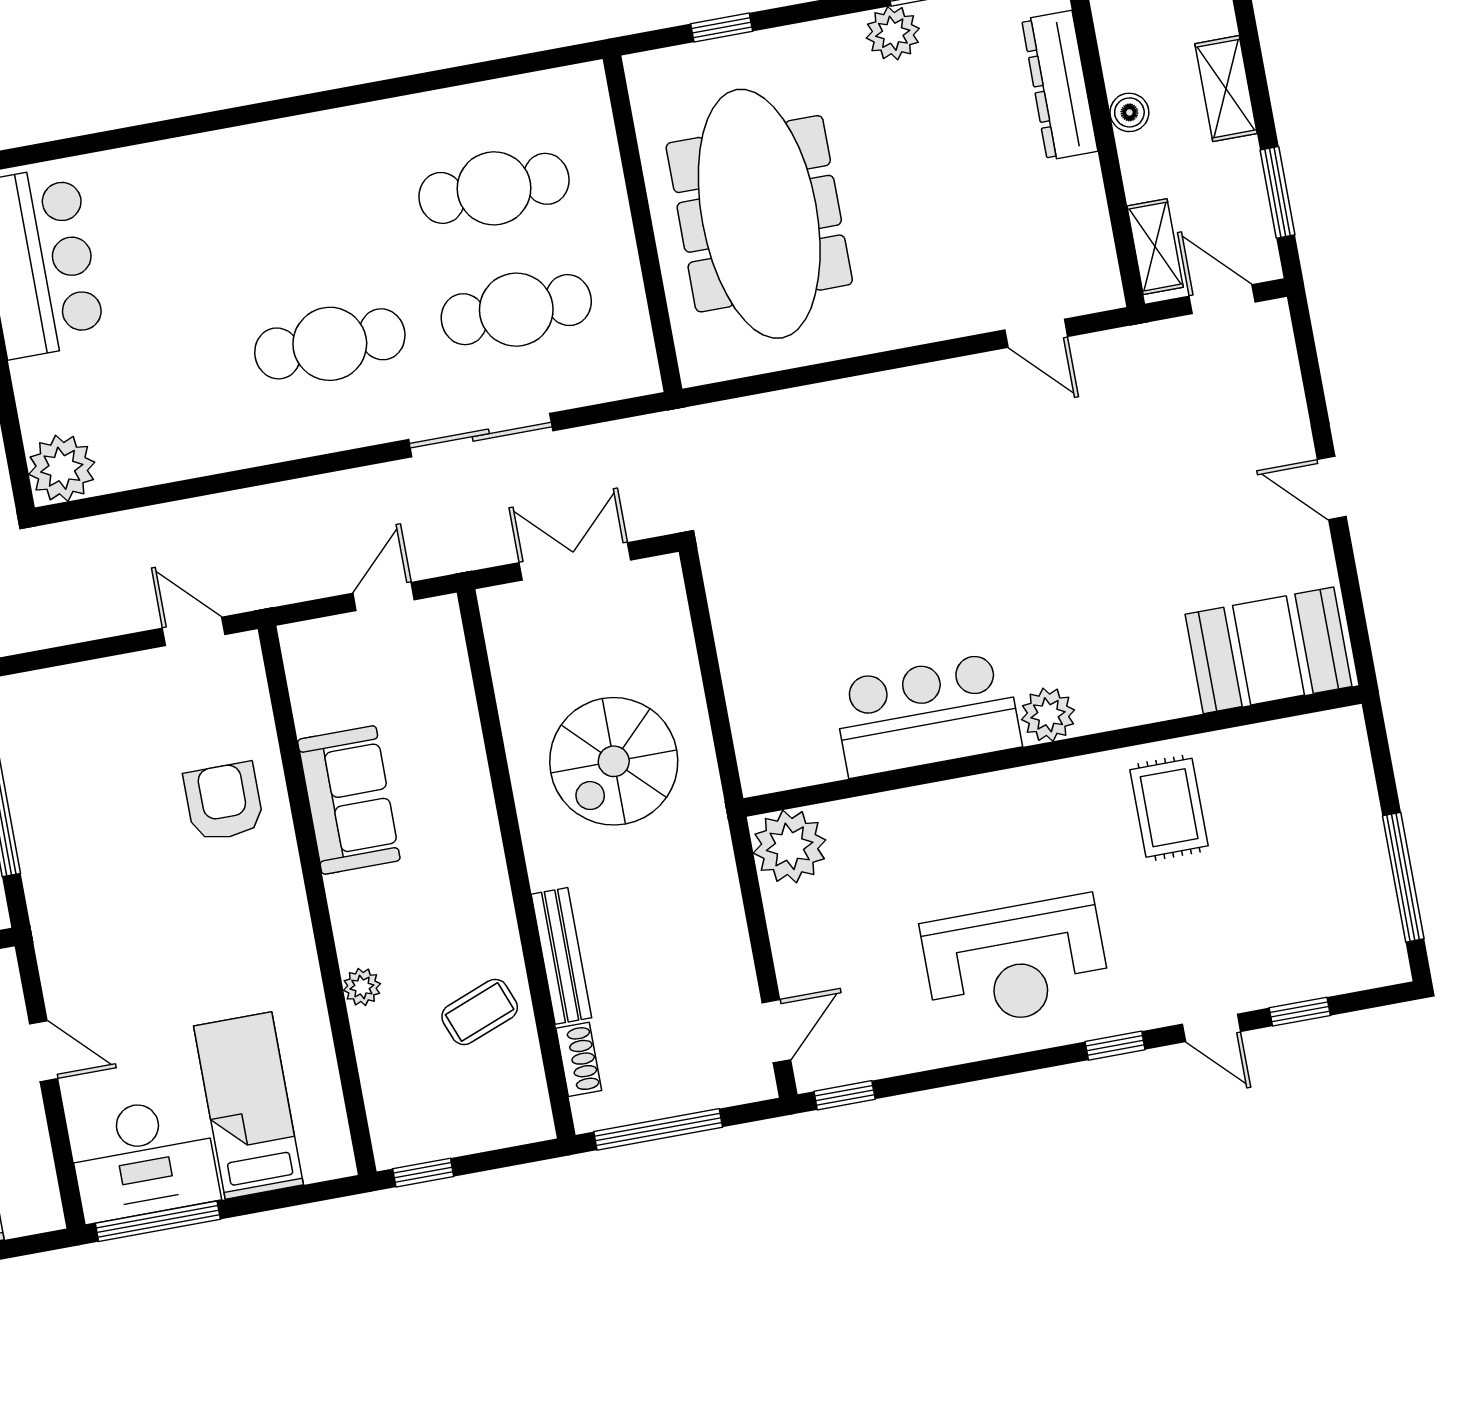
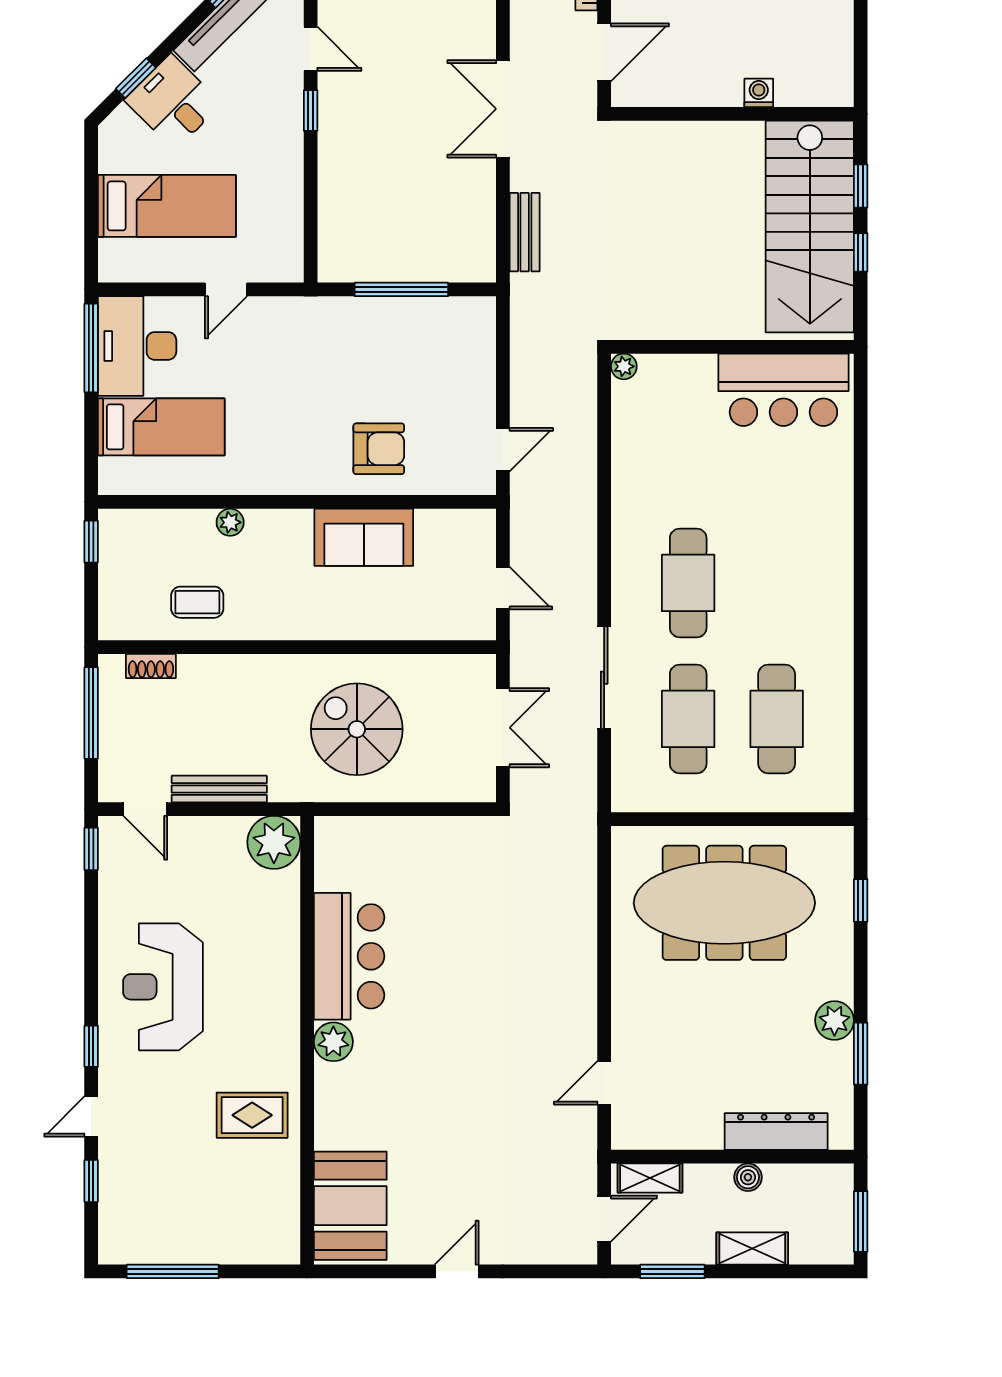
plant: (62, 468) -> (624, 366), width x0.53, depth x0.53
bench: (561, 956) -> (219, 789), moved
coffee table: (480, 1012) -> (197, 602), turned -69

